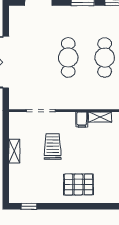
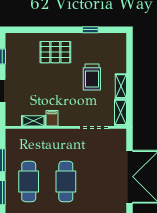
shelving: (15, 125) -> (120, 112), added
trolley: (53, 147) -> (92, 77), moved
window: (29, 206) -> (90, 30), moved

